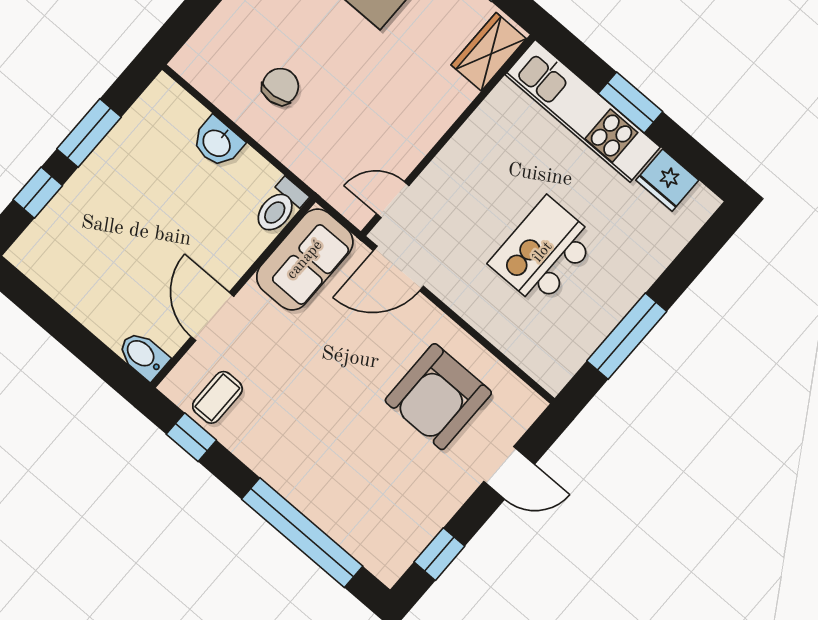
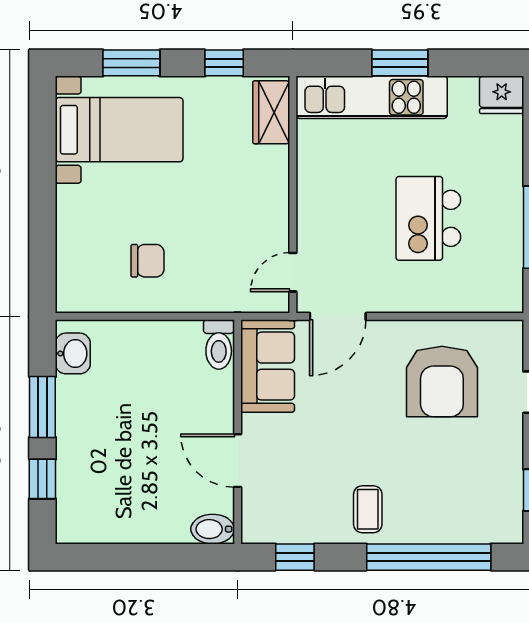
chair: (280, 87) -> (147, 261), turned 95
washbasin: (217, 142) -> (73, 353), moved, turned -90
fridge: (667, 180) -> (502, 95), moved
coffee table: (217, 397) -> (368, 509), moved

